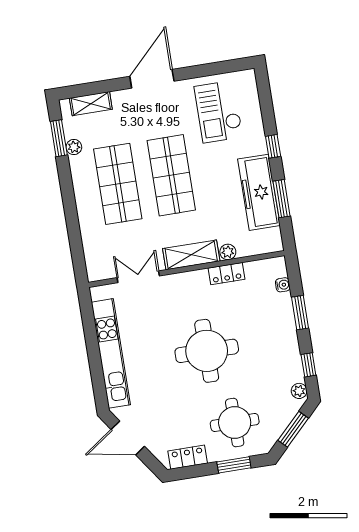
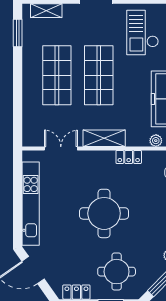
plant: (74, 147) -> (28, 42), removed
plant: (228, 252) -> (156, 141), moved

